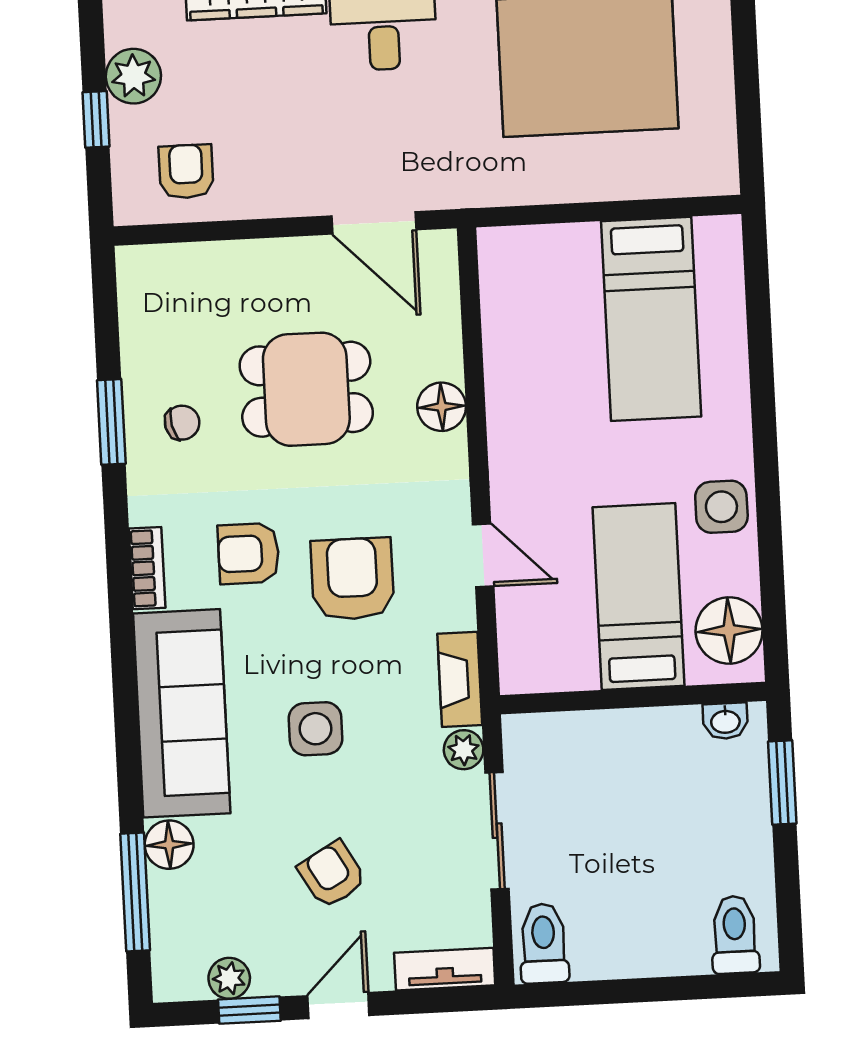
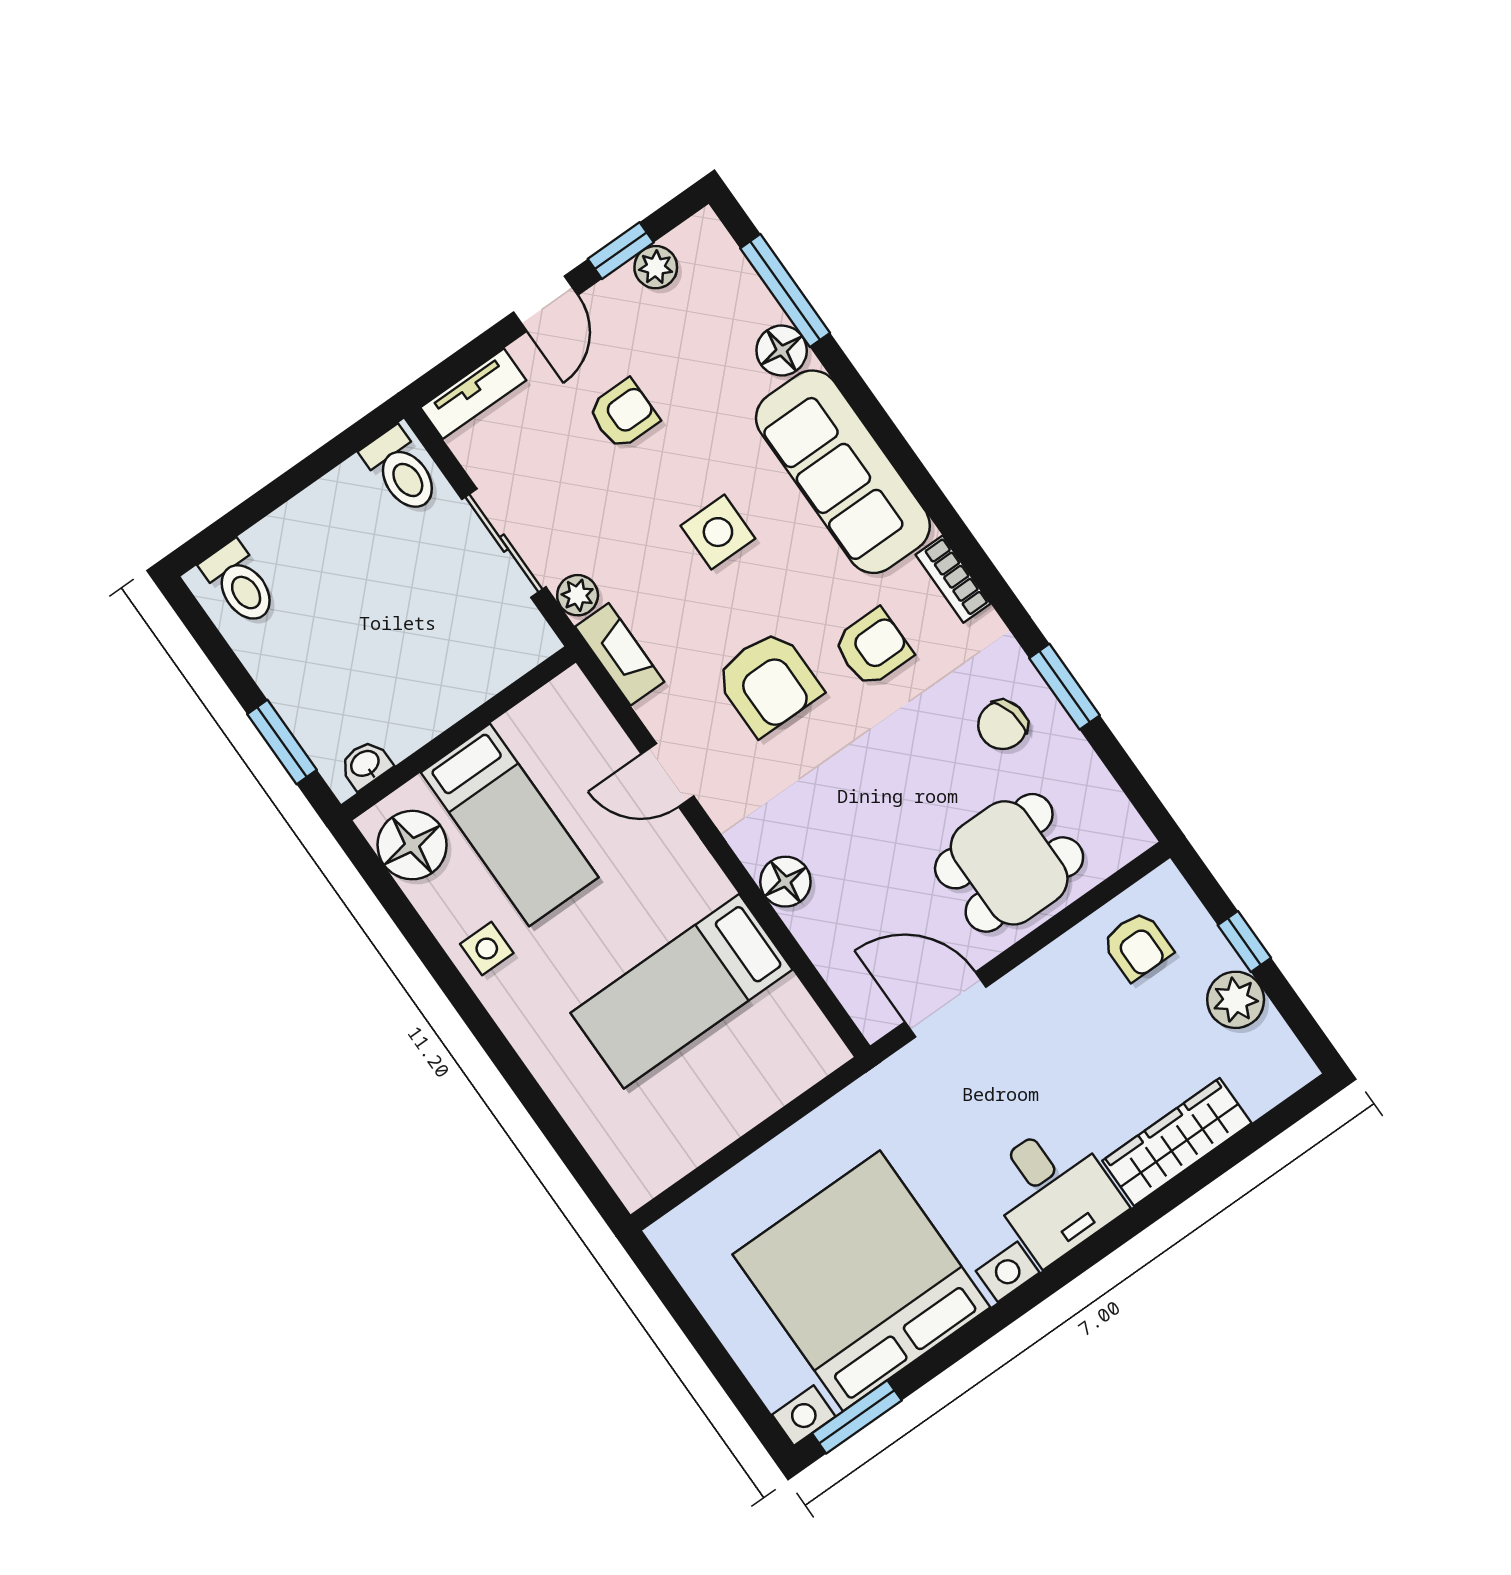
bed: (651, 319) -> (681, 991), moved, turned -90
dining table: (306, 389) -> (1009, 863), moved
chair: (182, 423) -> (1003, 725), width x1.37, depth x1.37
side table: (721, 507) -> (487, 949), width x0.73, depth x0.73
armchair: (332, 874) -> (623, 414), turned -60

